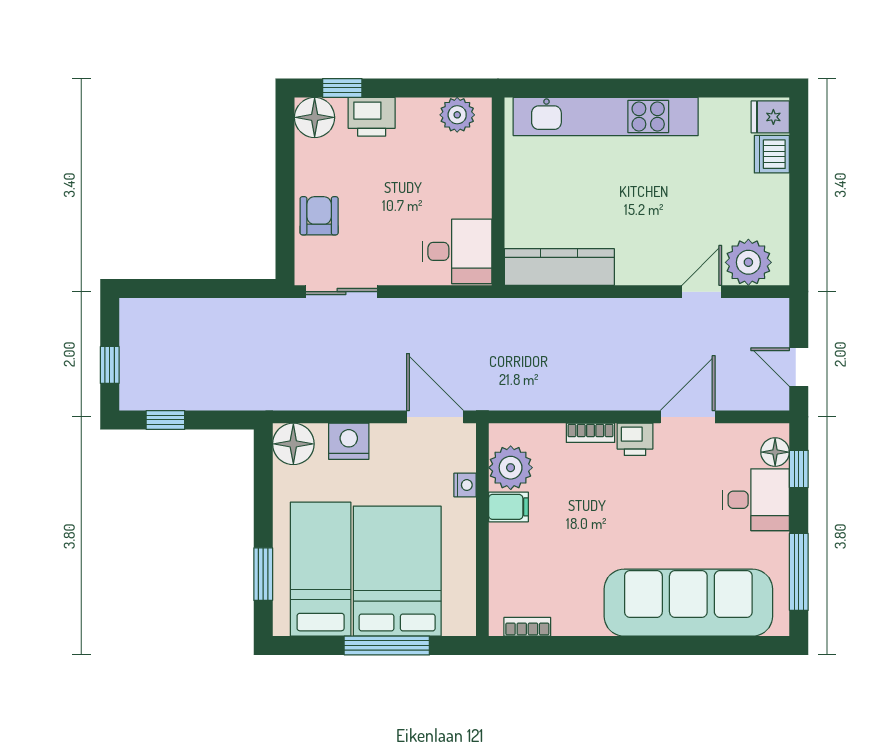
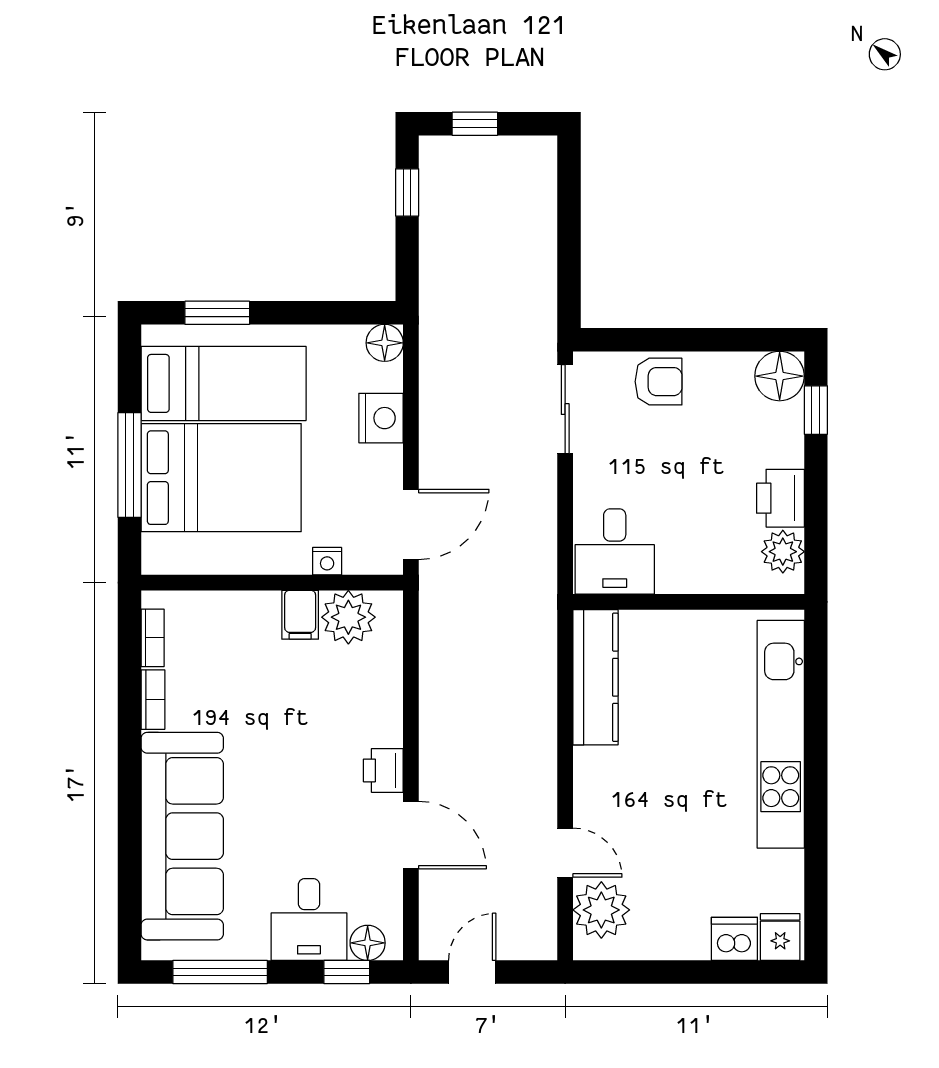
printer: (372, 117) -> (780, 498), moved
bookcase: (590, 433) -> (153, 700), moved, turned 180
floor lamp: (293, 444) -> (385, 343), width x0.73, depth x0.73

